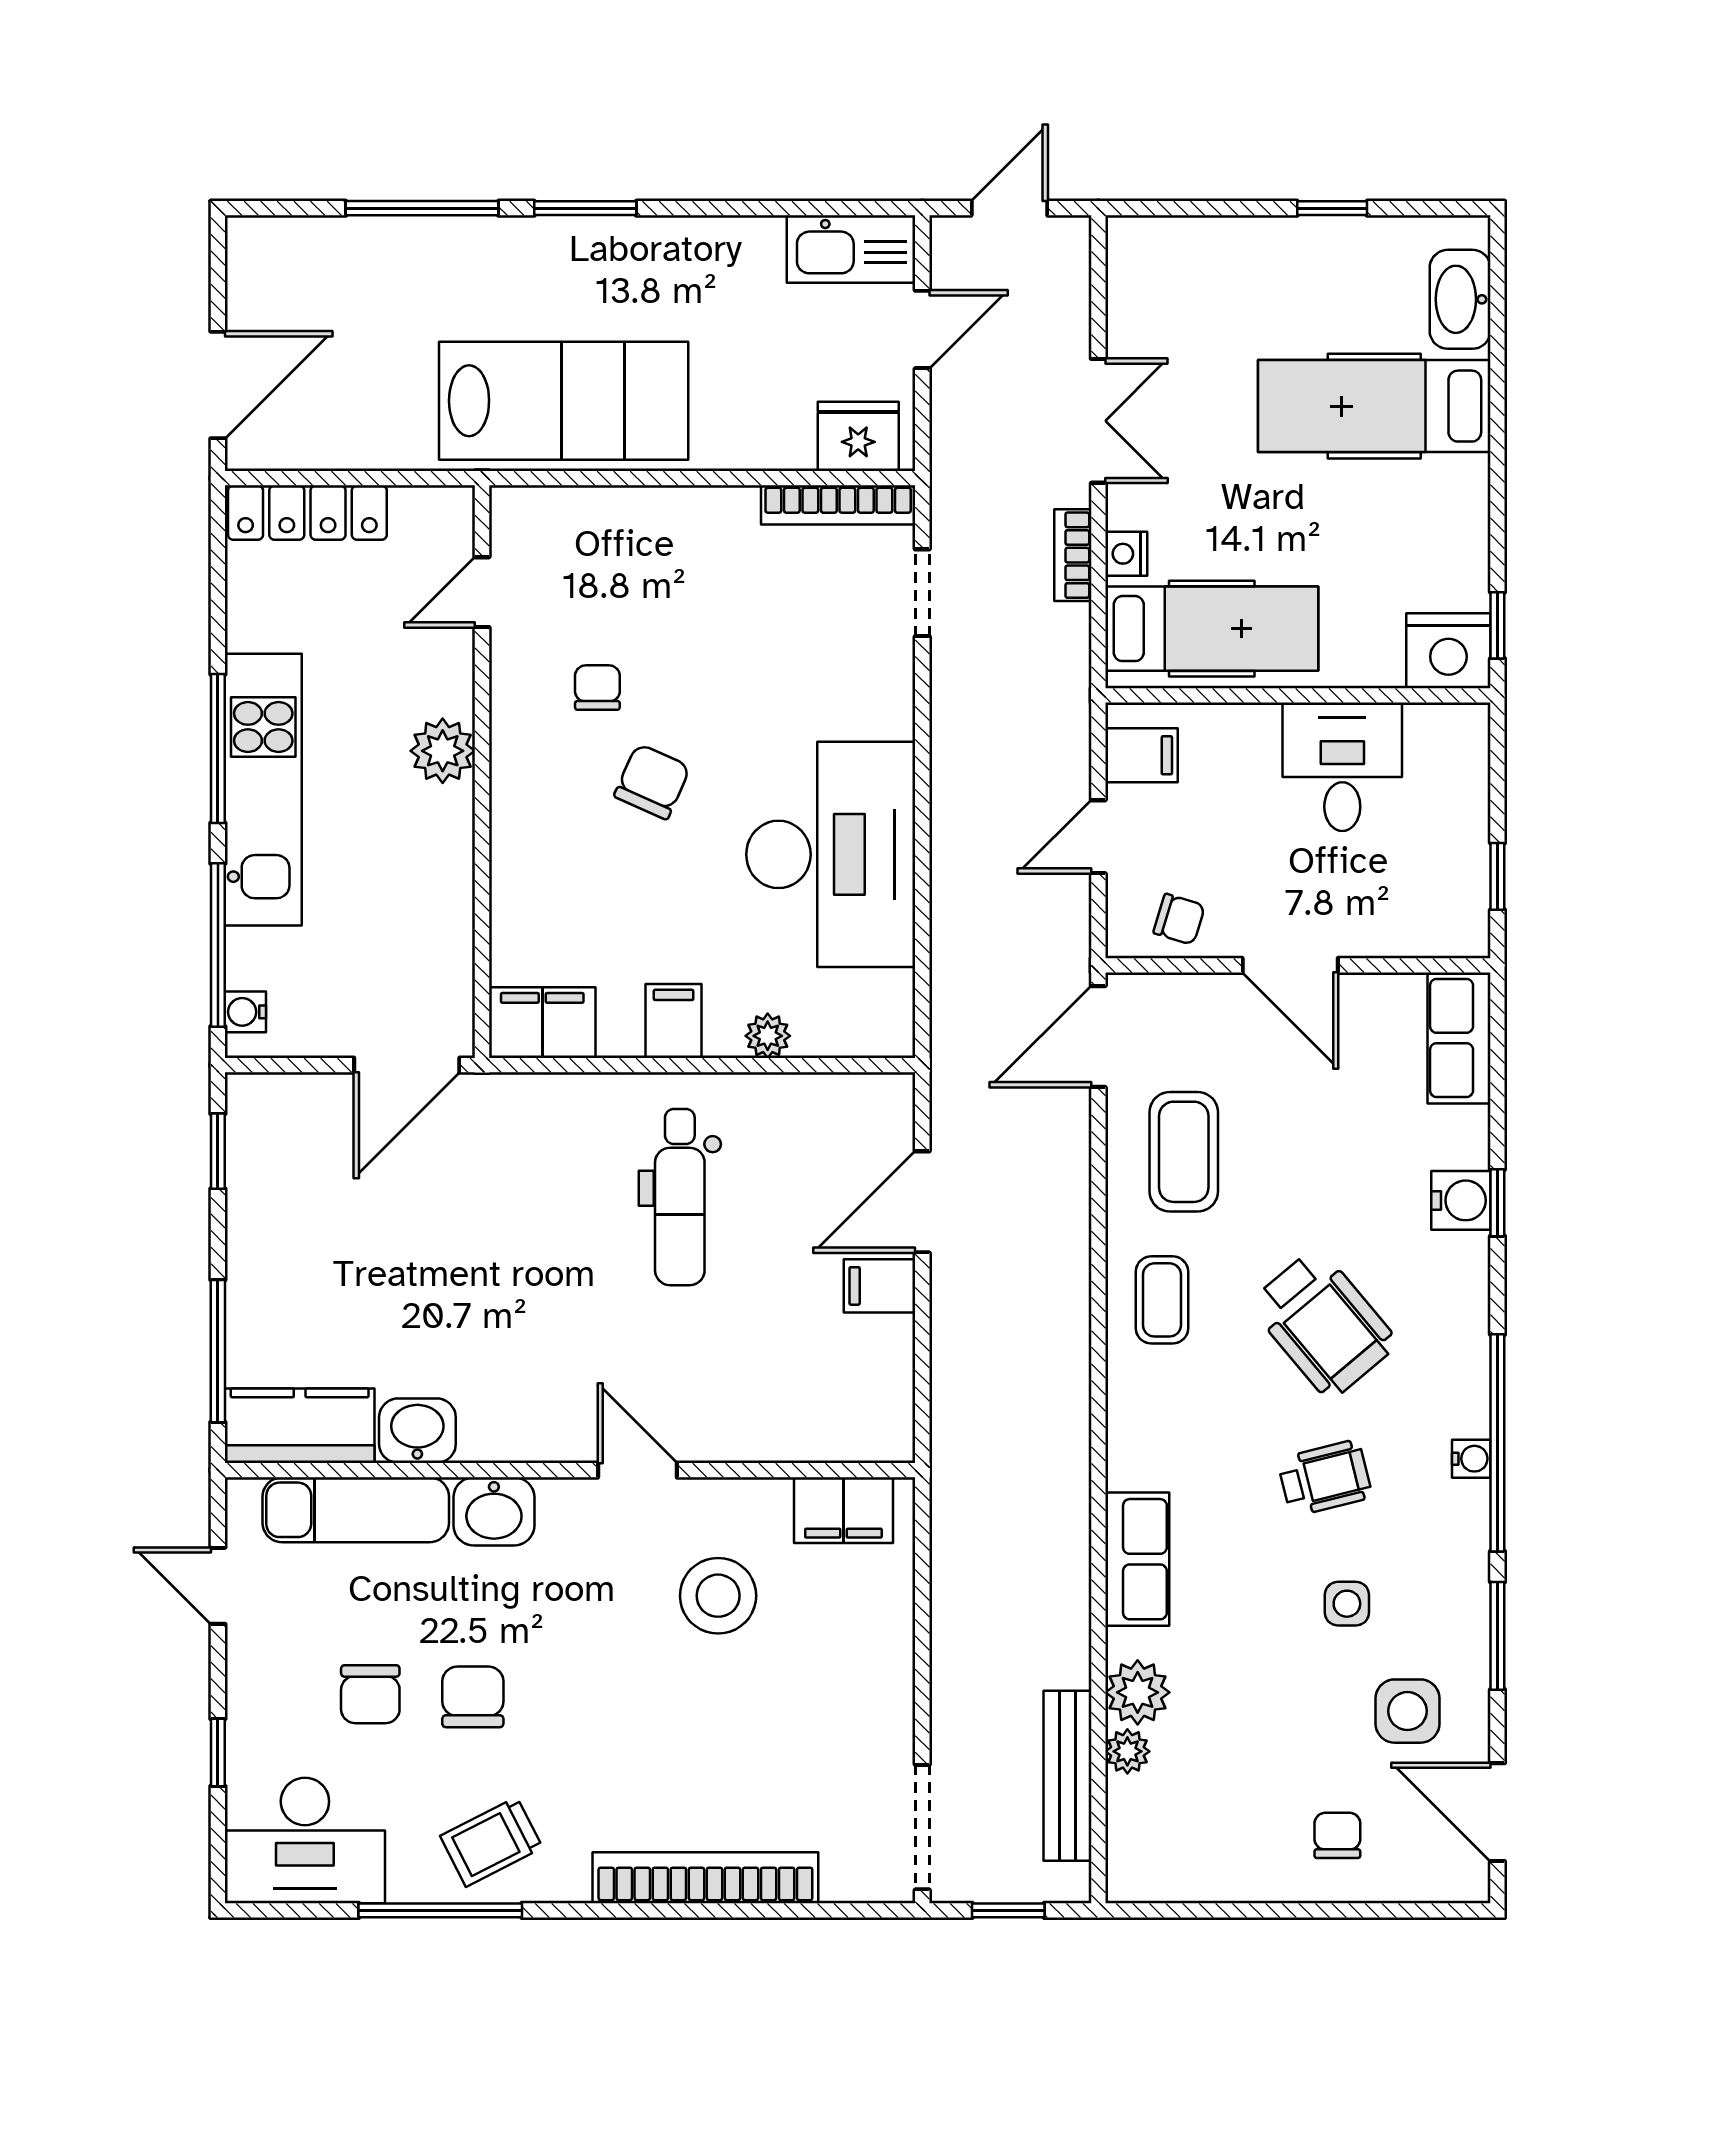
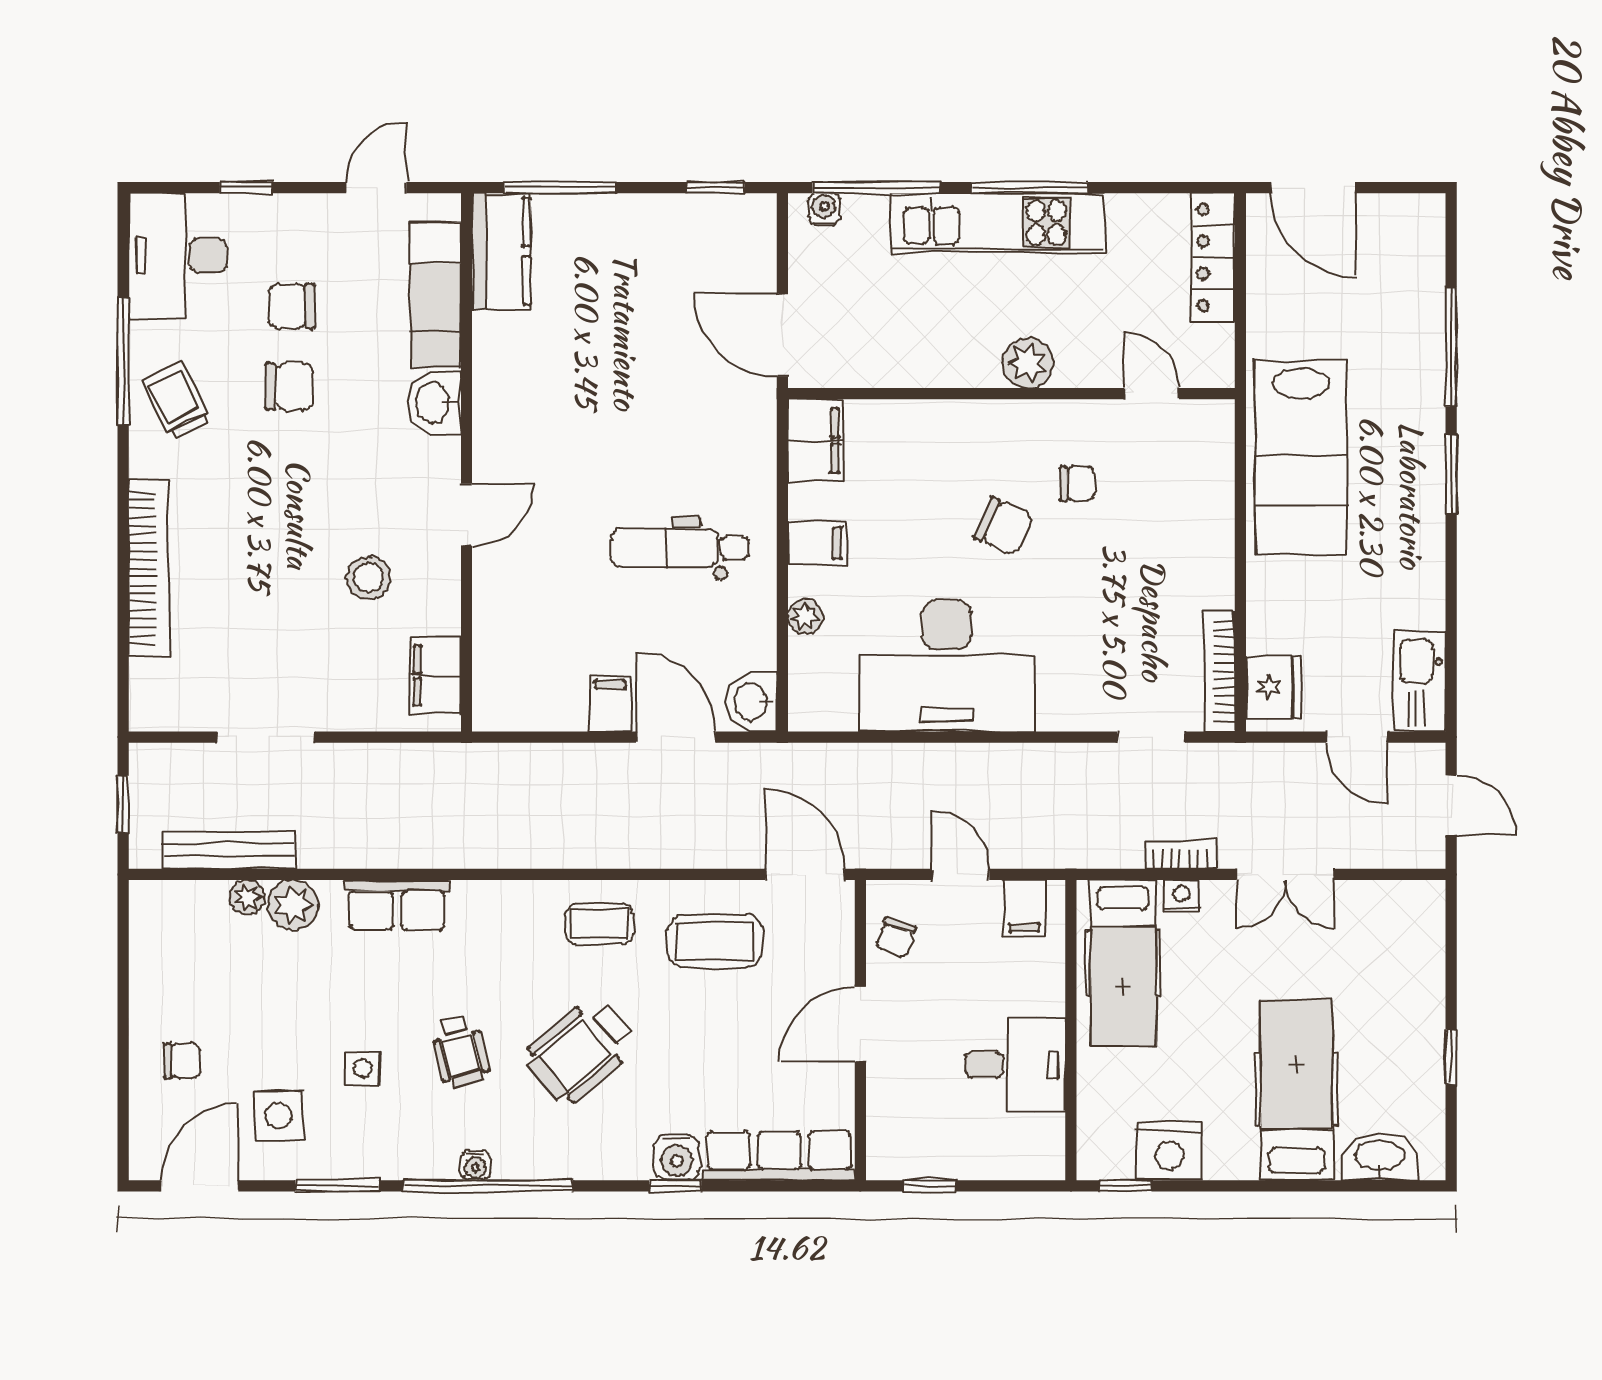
nightstand: (1448, 651) -> (1170, 1151), moved, turned -90
row of seats: (1459, 1038) -> (779, 1156), width x1.48
washbasin: (417, 1431) -> (752, 702), moved, turned 180
stool: (718, 1596) -> (369, 578), width x0.73, depth x0.73
doorway: (922, 1827) -> (266, 737), moved

